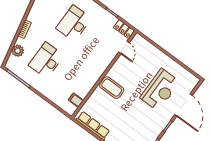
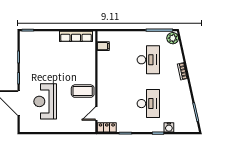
door: (124, 47) -> (96, 113), hinge flipped
plant: (18, 51) -> (173, 38), moved
coffee table: (112, 88) -> (83, 91), moved

